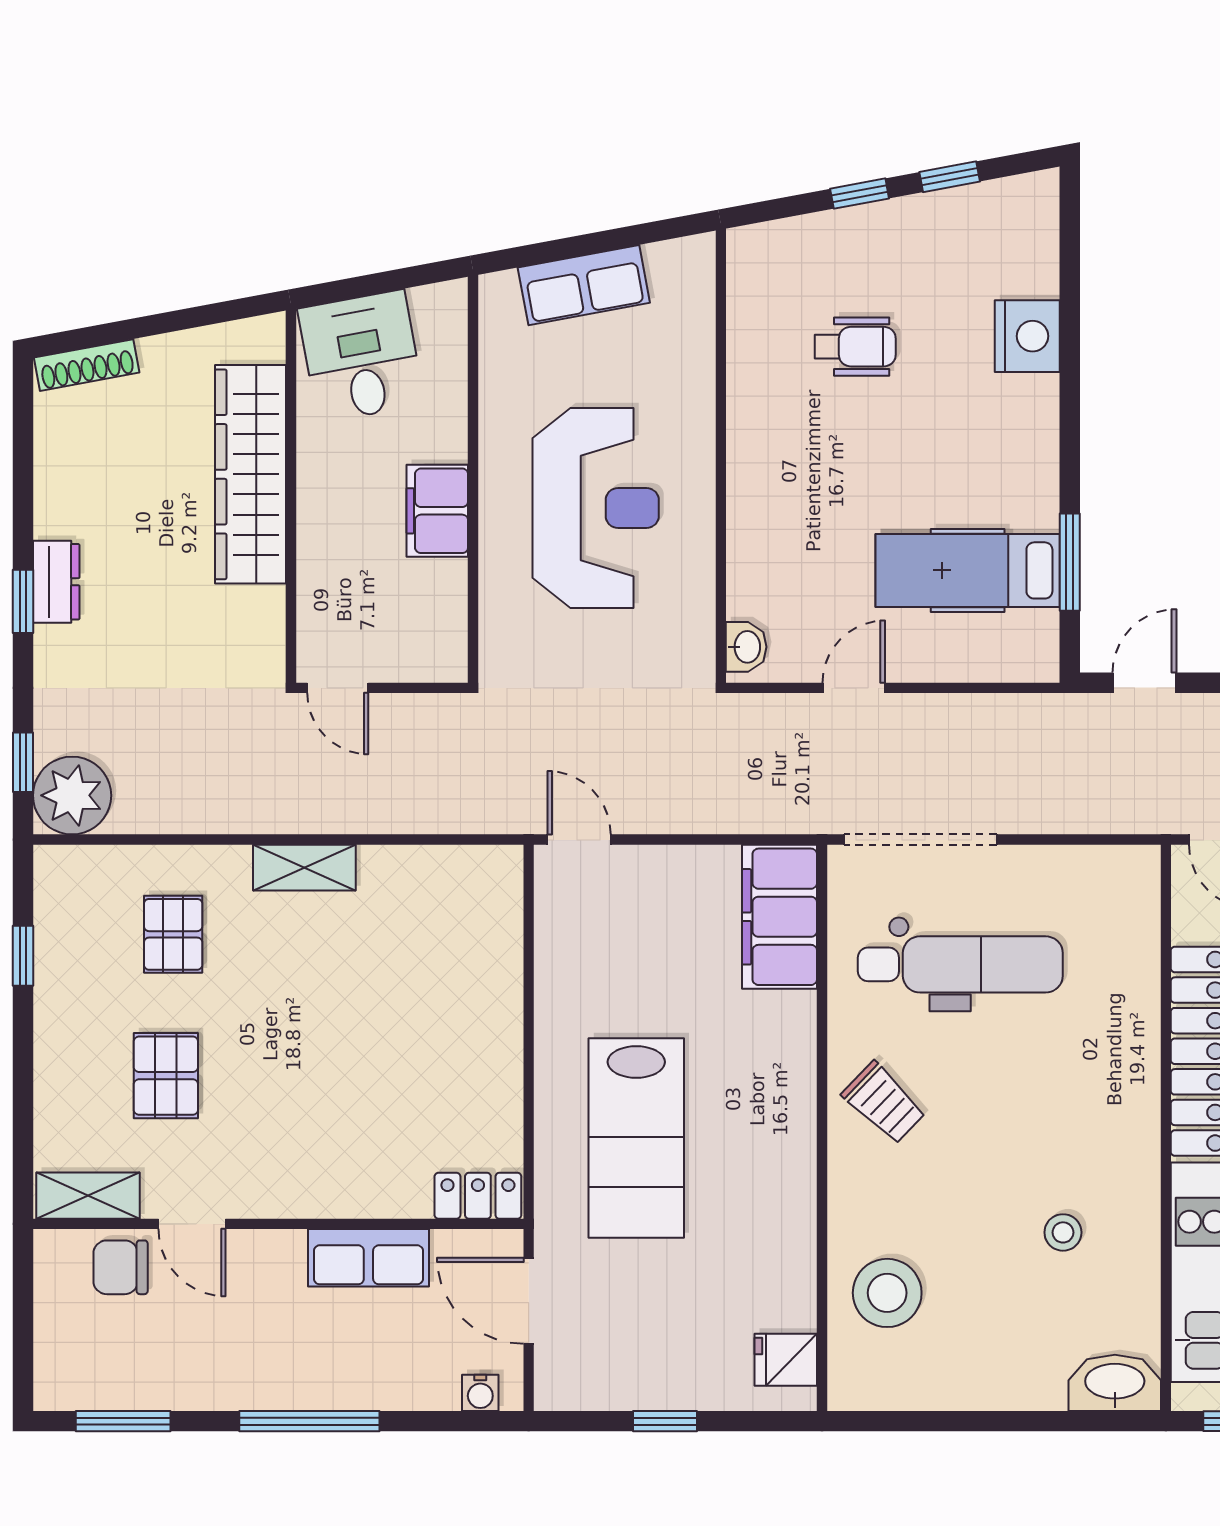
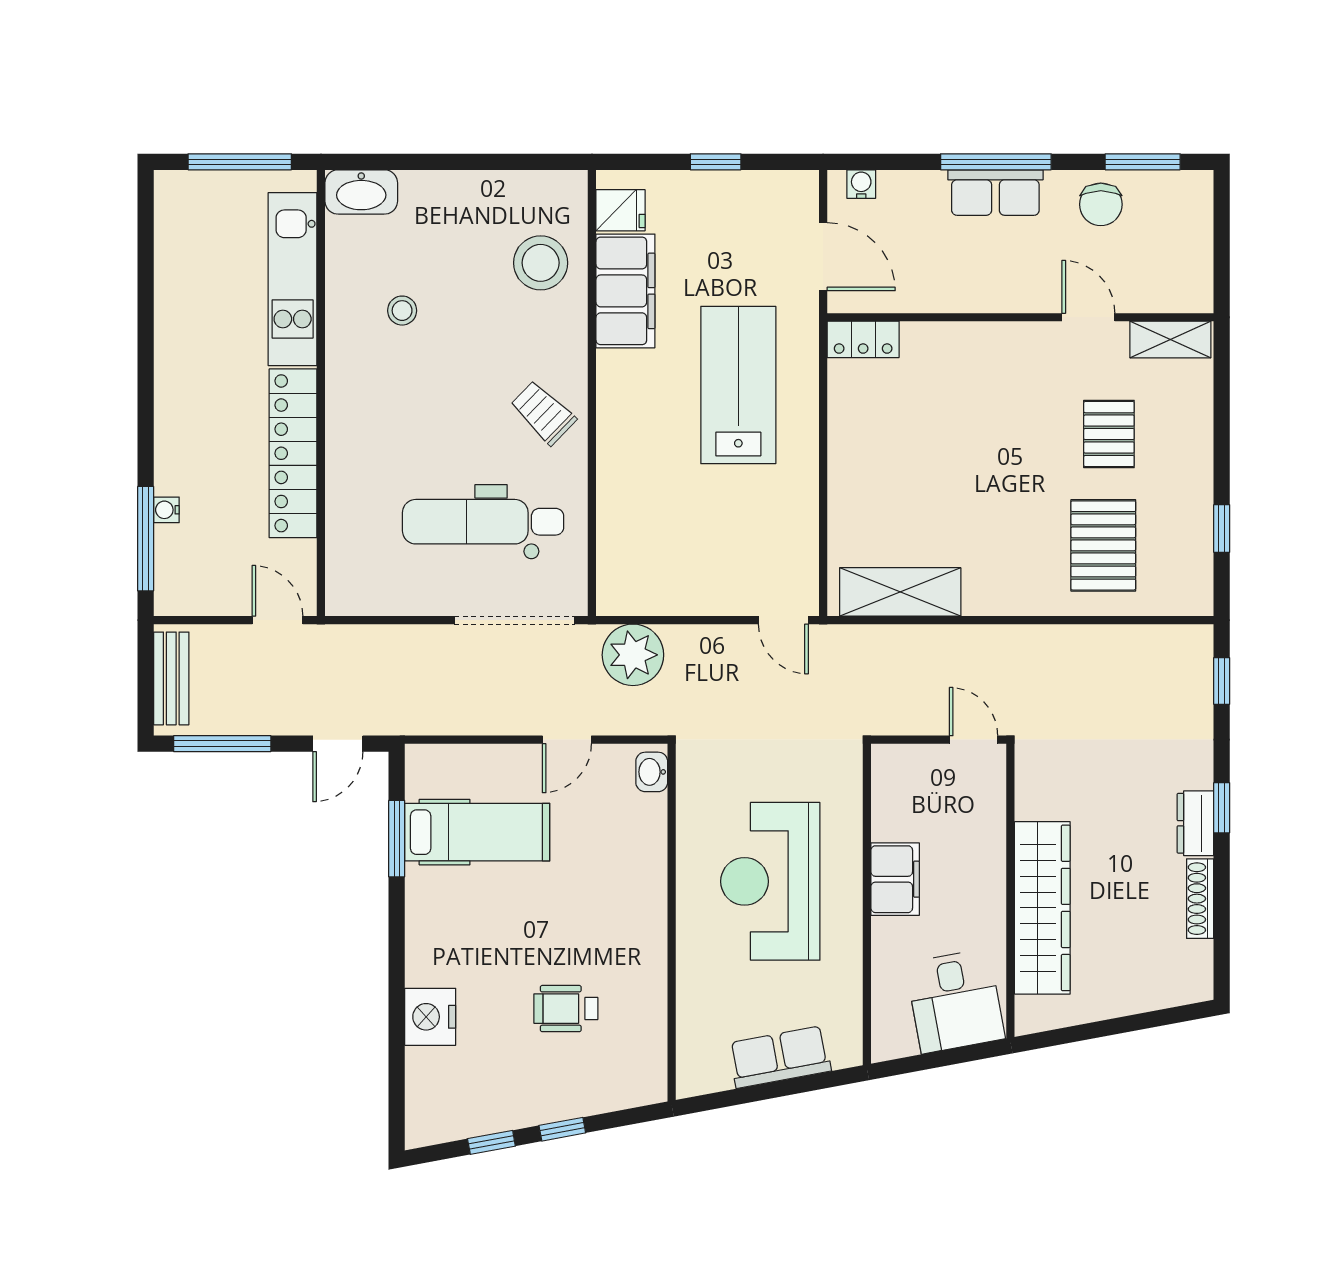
shoe rack: (87, 365) -> (1200, 899), moved, turned -79
plant: (72, 795) -> (633, 655), moved
shelving: (304, 868) -> (900, 592), moved, width x1.50, depth x1.33
filing cabinet: (780, 917) -> (625, 291), moved
pallet: (173, 934) -> (1103, 545), width x1.50, depth x1.42
row of seats: (368, 1258) -> (995, 193), moved, turned 180
chair: (121, 1267) -> (1101, 204), moved, turned 90

